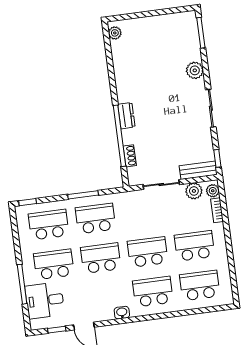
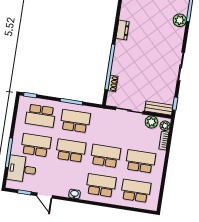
plant: (195, 70) -> (180, 20), moved
dresser: (126, 116) -> (123, 30), moved
school desk: (49, 225) -> (40, 116), turned 180

